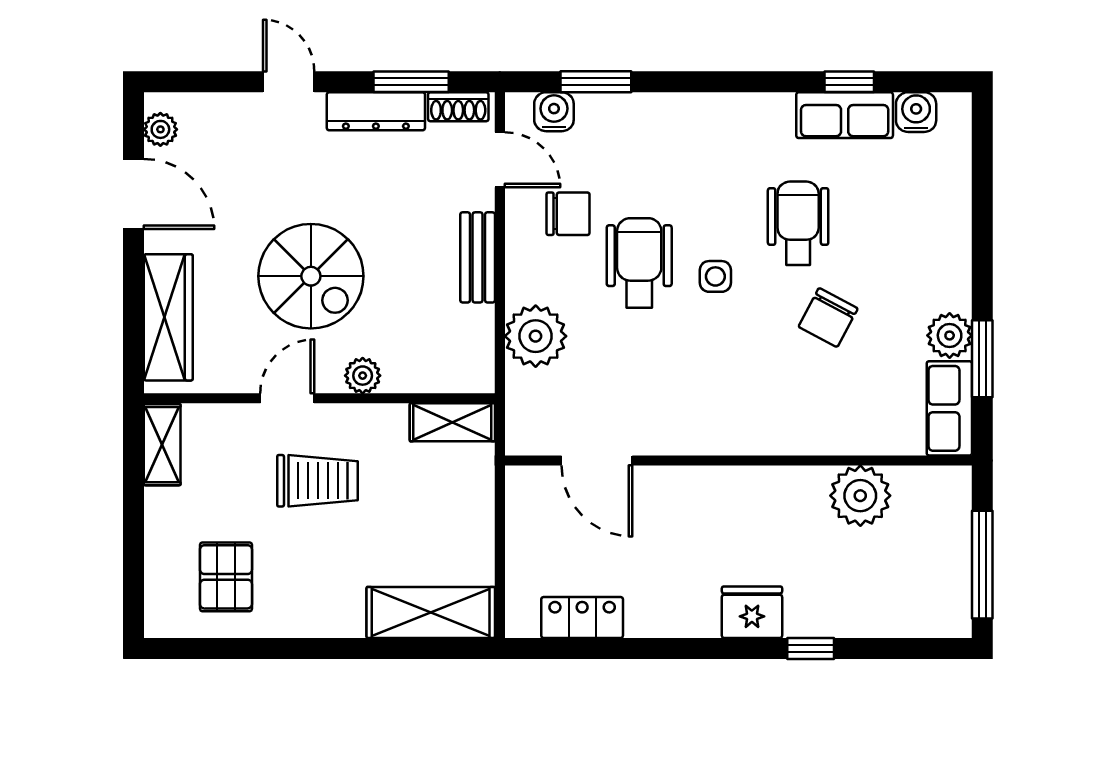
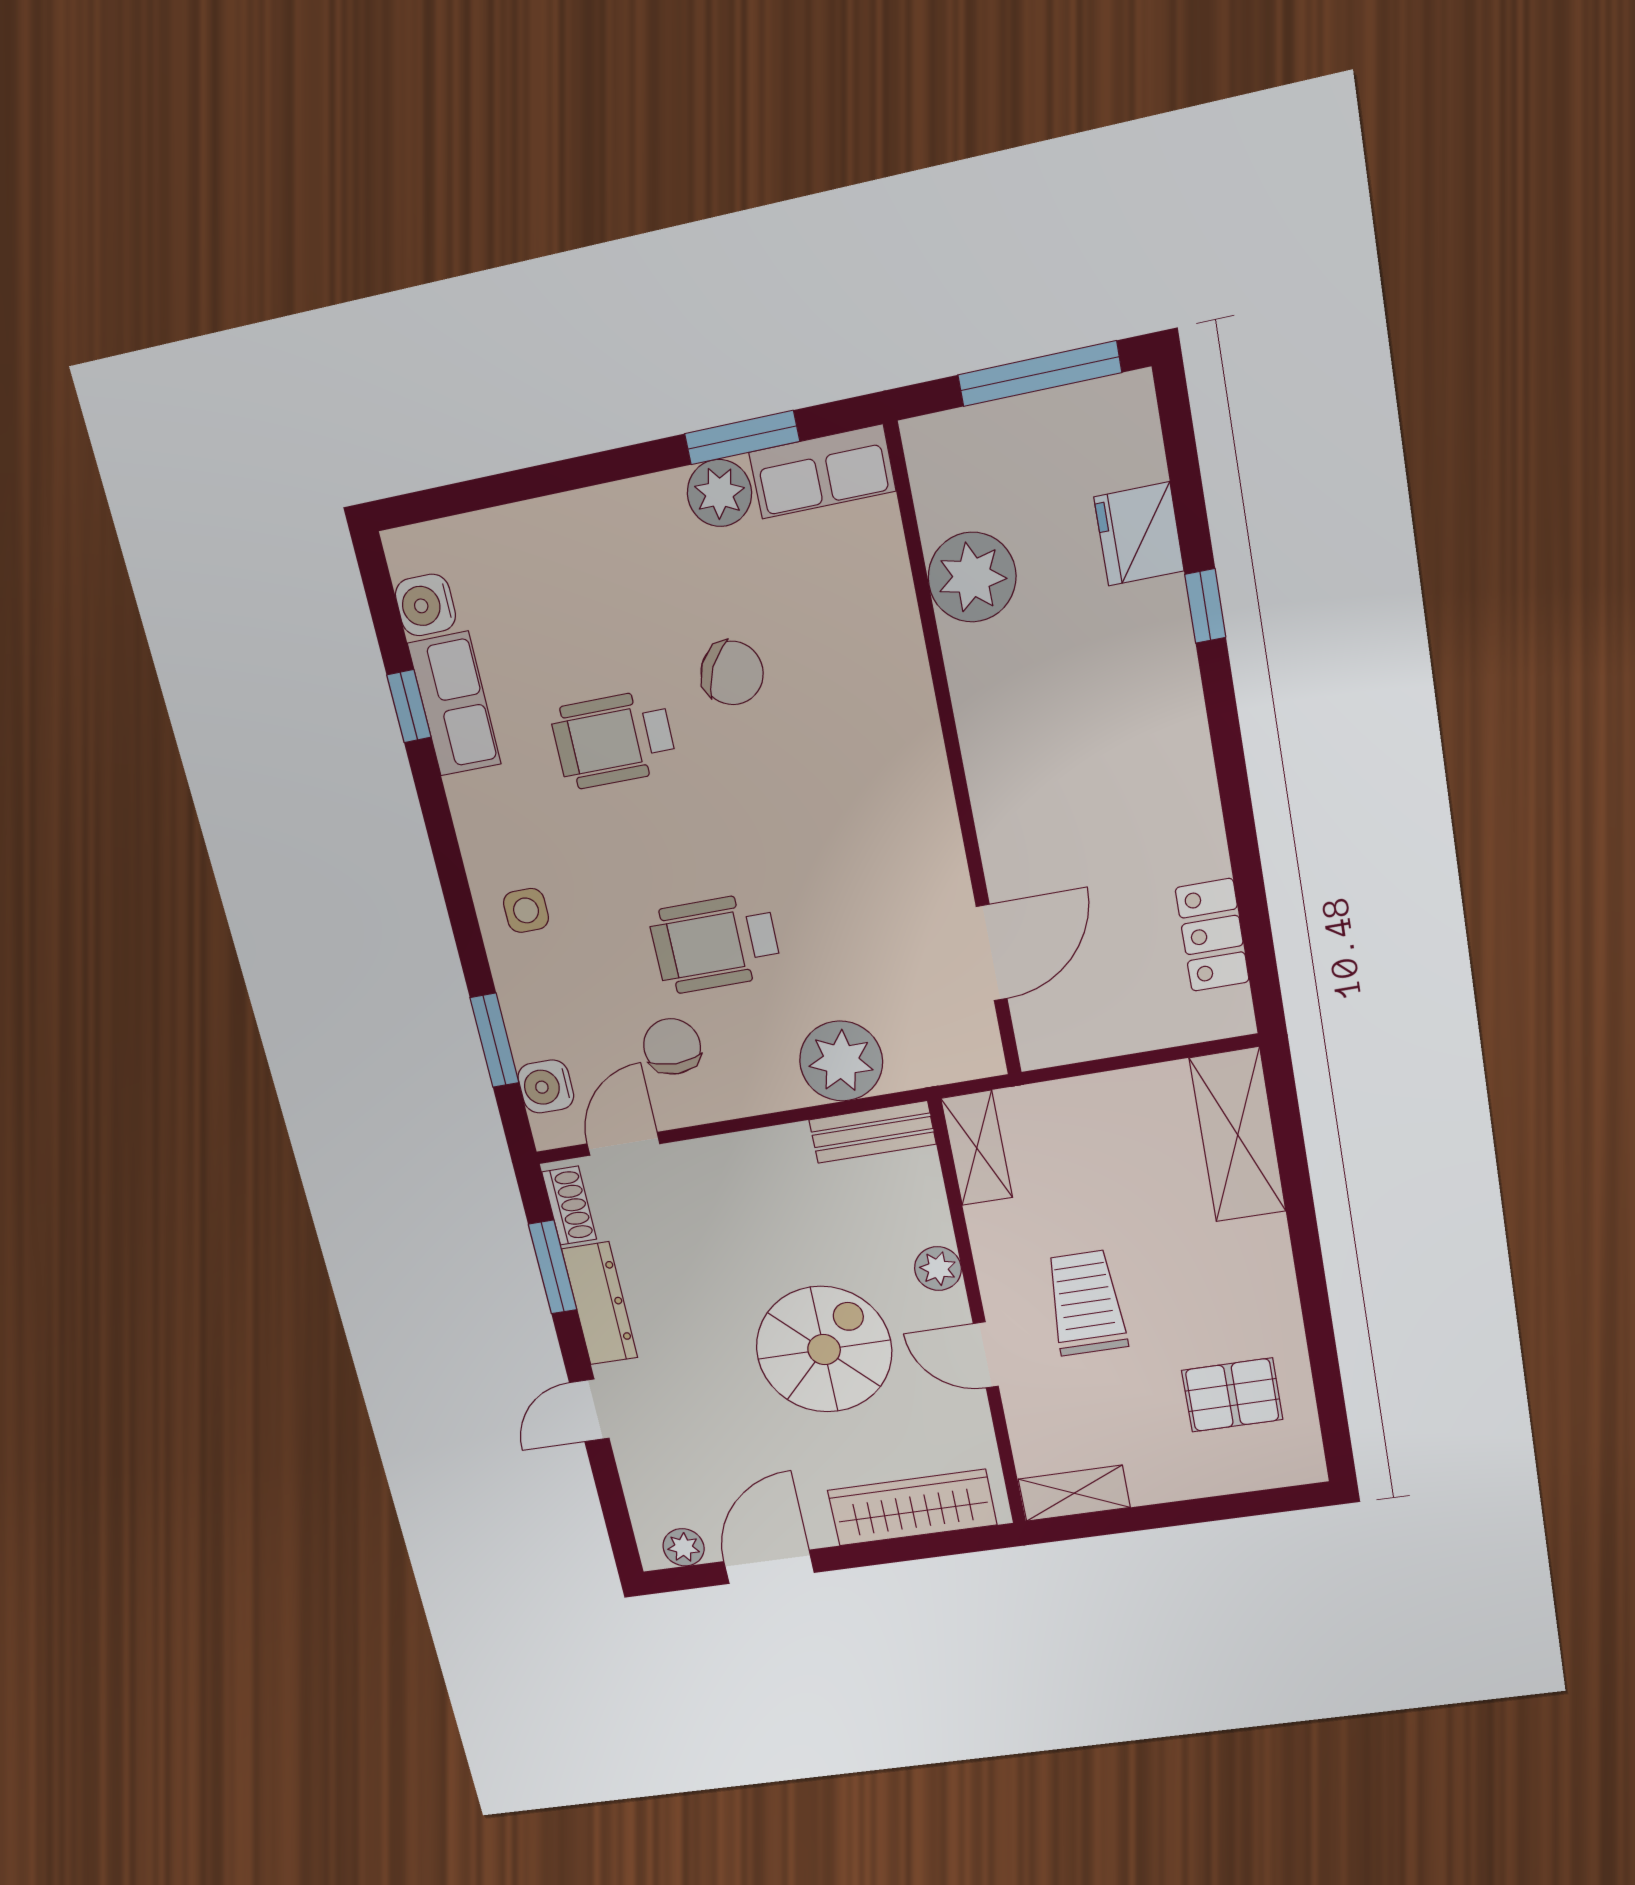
bench: (478, 257) -> (872, 1132), moved
side table: (715, 276) -> (526, 910), moved
fridge: (752, 612) -> (1139, 534), moved

